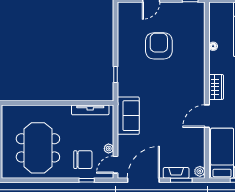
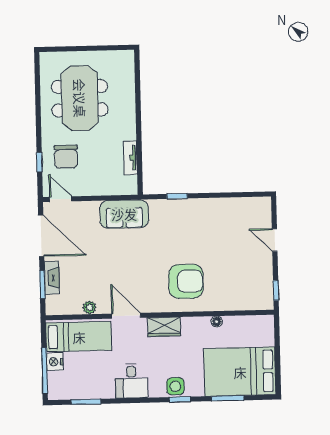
armchair: (159, 46) -> (186, 281), moved
tv unit: (90, 110) -> (130, 158), width x0.71
meeting table: (38, 148) -> (80, 98), turned 90
plant: (109, 149) -> (81, 190), removed
plant: (200, 171) -> (89, 307), moved

